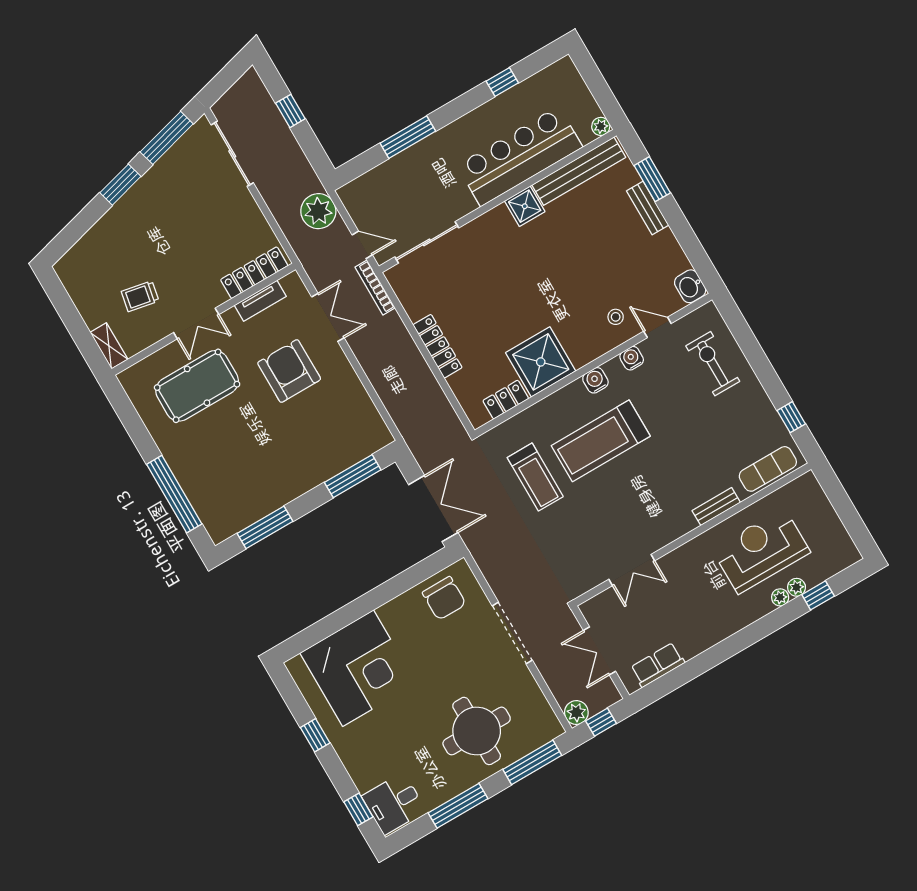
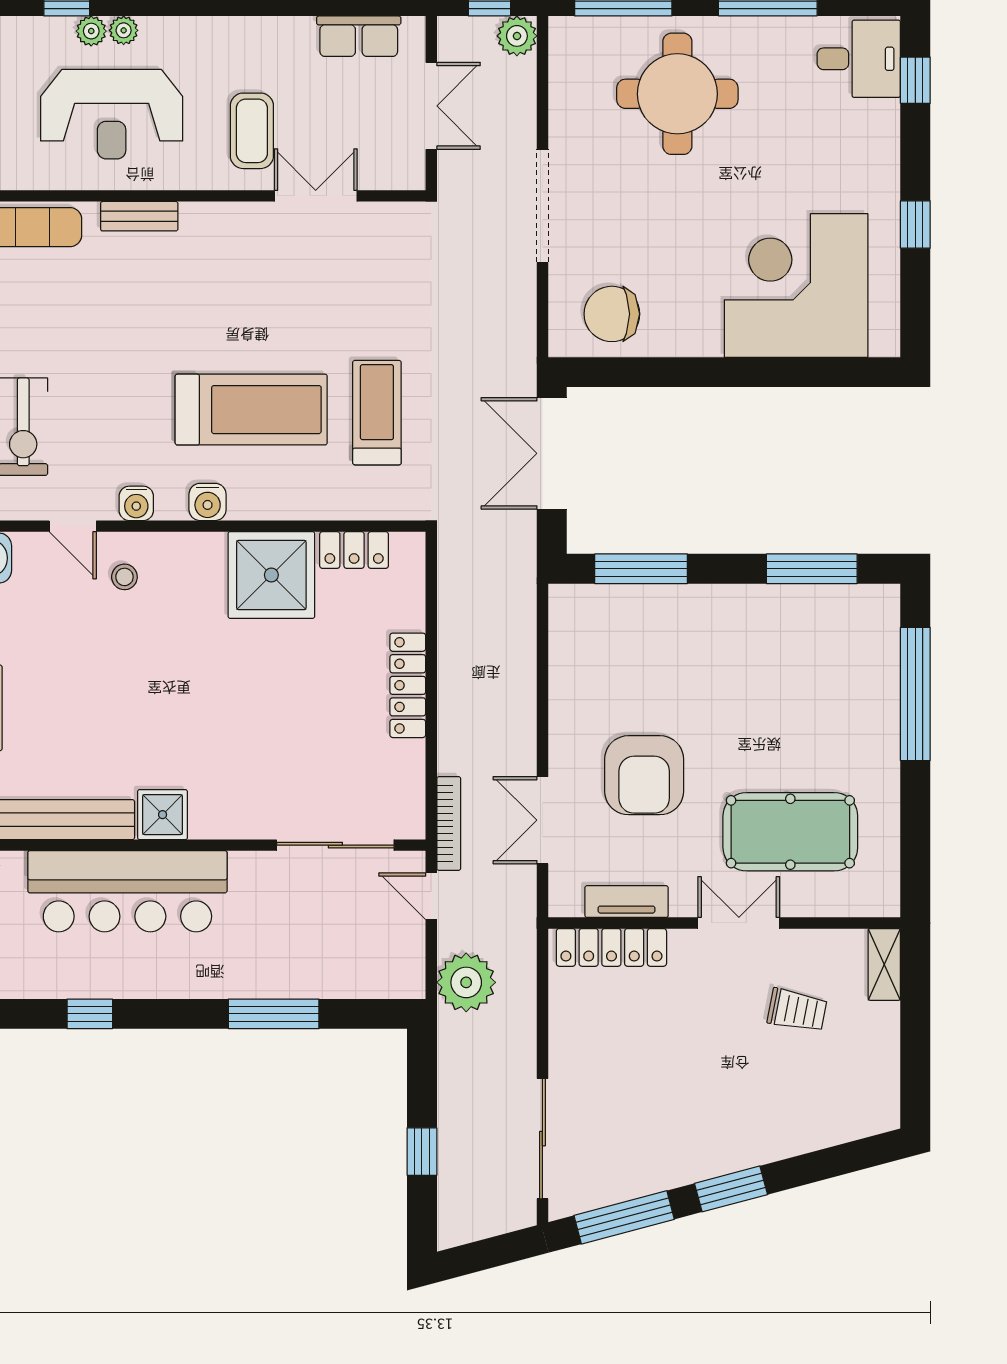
coffee table: (684, 584) -> (252, 131), added
chair: (444, 598) -> (612, 314), turned -90

